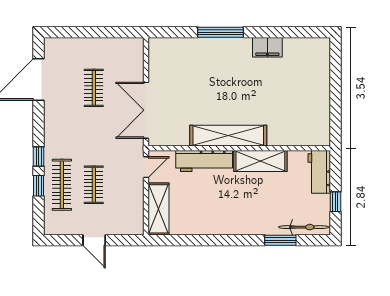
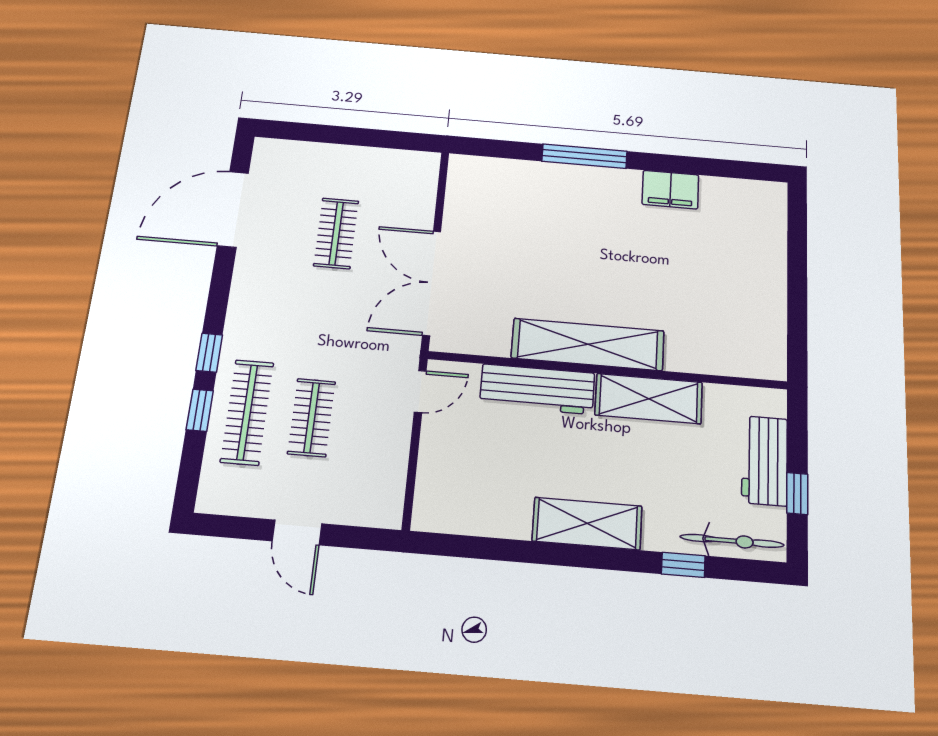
workbench: (319, 172) -> (765, 461), moved
shelving: (158, 209) -> (587, 524), moved, turned 90
window: (280, 240) -> (683, 565), width x0.67

